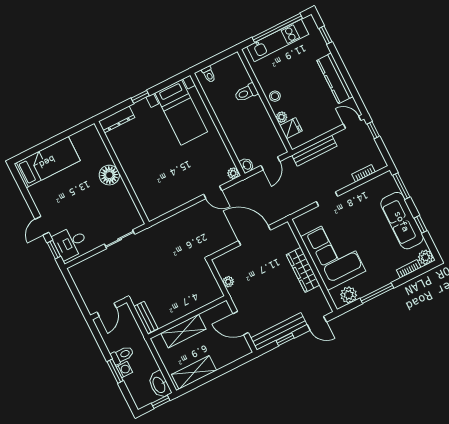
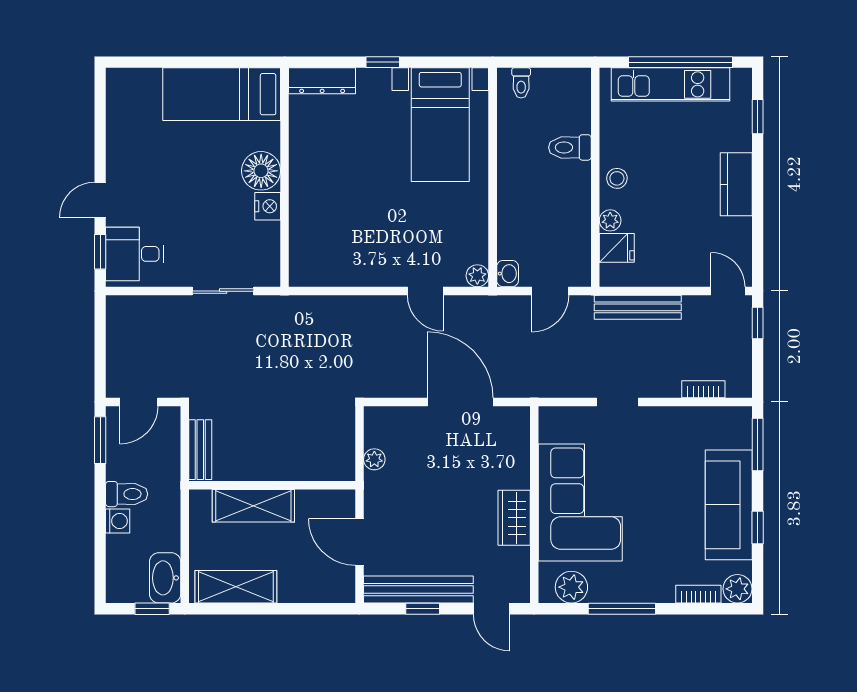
kitchen counter: (335, 78) -> (736, 184), width x0.67
bed: (47, 162) -> (222, 94), moved, turned 180
nightstand: (121, 190) -> (268, 206), added
wardrobe: (303, 270) -> (514, 518), width x0.67
window: (115, 371) -> (100, 440), moved

